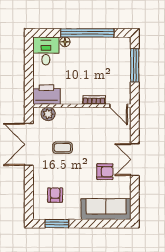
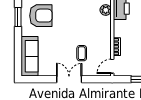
coffee table: (62, 148) -> (82, 53), moved
armchair: (105, 172) -> (59, 55), removed
armchair: (55, 195) -> (41, 16), width x1.88, depth x1.88

